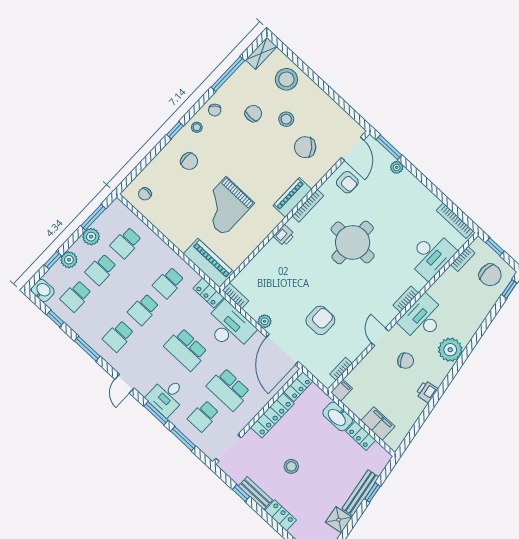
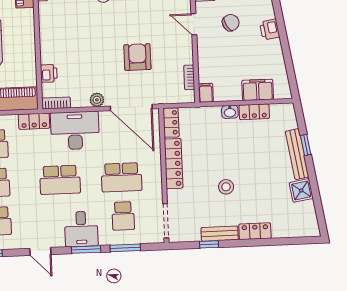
printer: (284, 235) -> (49, 73), moved
washbasin: (338, 417) -> (230, 112), width x0.52, depth x0.69

